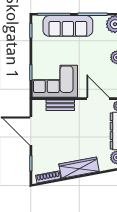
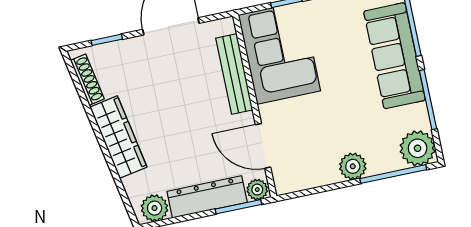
door: (98, 99) -> (263, 146), swing flipped
bench: (60, 105) -> (234, 74), width x1.36

